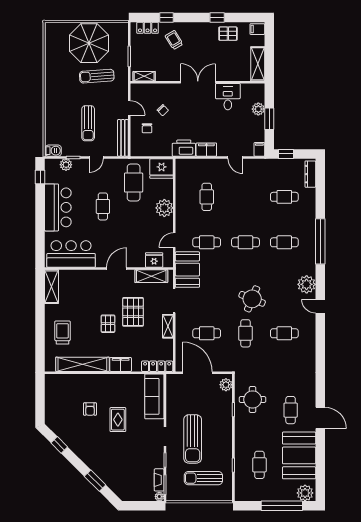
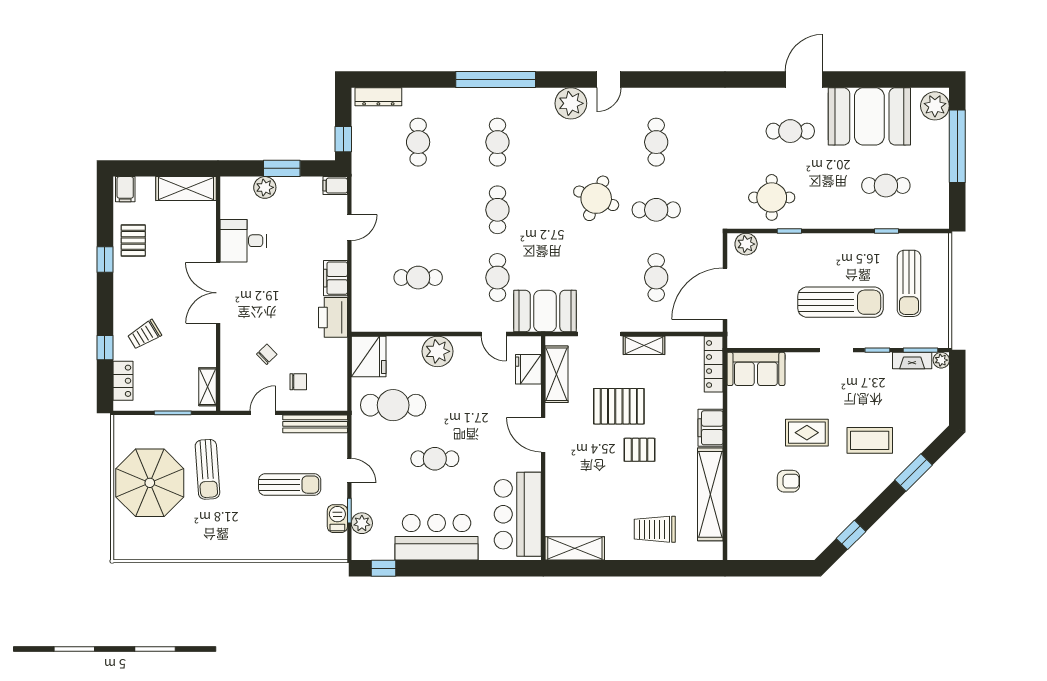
barbecue: (53, 151) -> (337, 519), moved
sofa: (154, 396) -> (756, 369), width x0.73
coffee table: (113, 456) -> (870, 440), added

